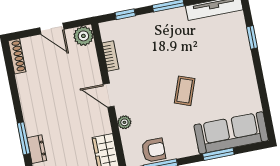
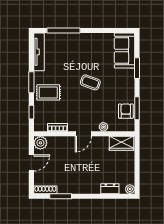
rug: (158, 33) -> (48, 92), added
window: (252, 37) -> (63, 30), width x2.17
sofa: (231, 133) -> (124, 50), width x0.73
window: (24, 138) -> (61, 196), moved

